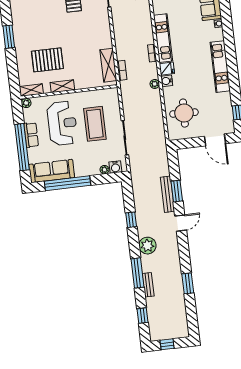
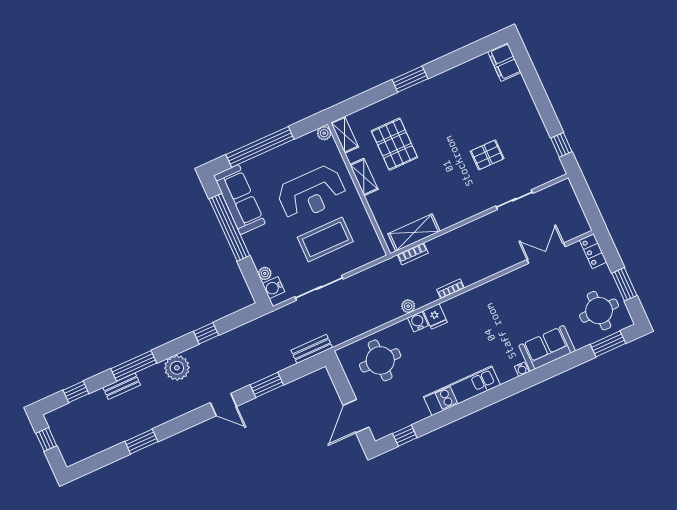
kitchen unit: (163, 38) -> (477, 297), removed
row of seats: (31, 135) -> (281, 154), removed
bench: (167, 194) -> (312, 349), moved, width x0.73

